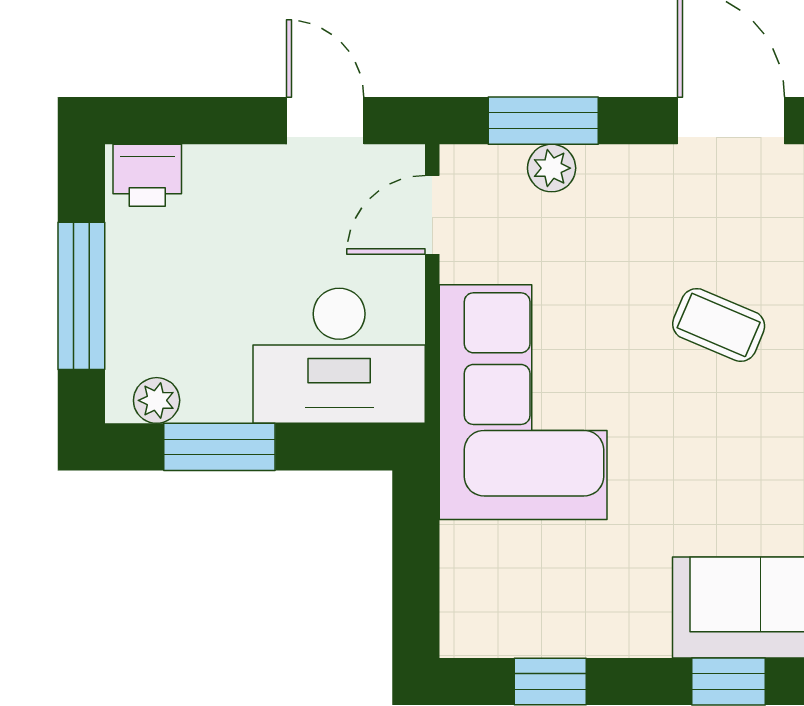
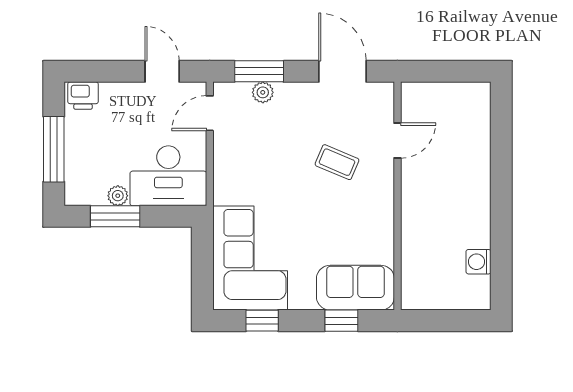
plant: (157, 400) -> (118, 196), moved
corner sofa: (523, 402) -> (250, 258), moved

